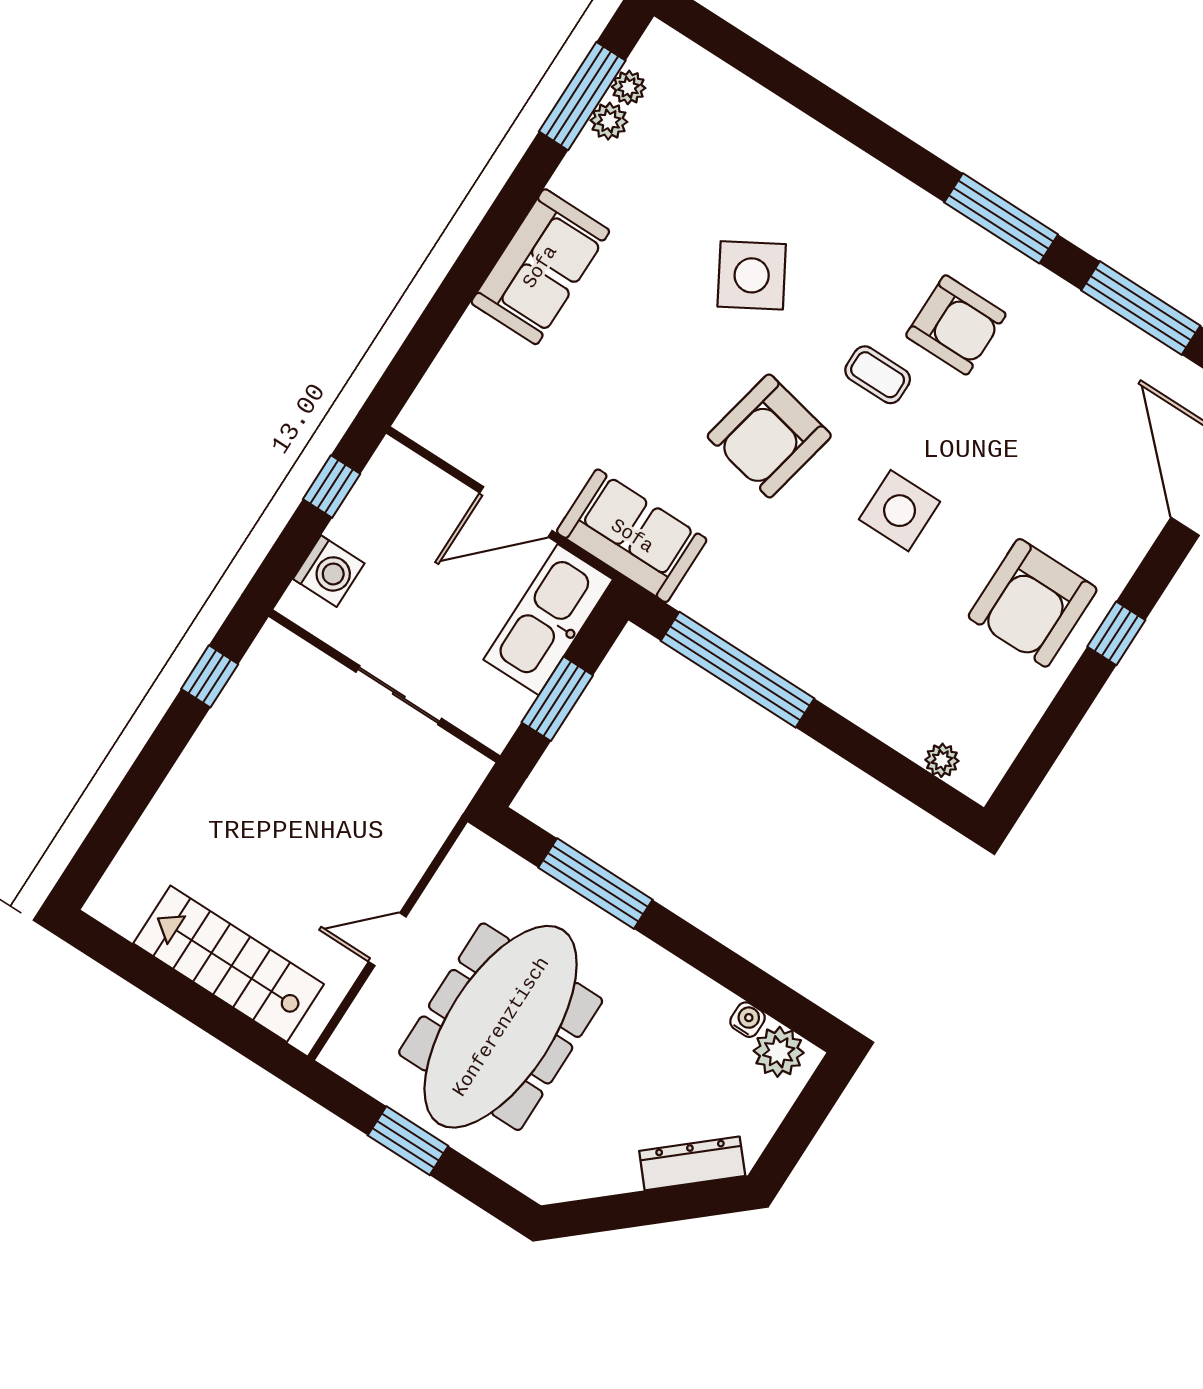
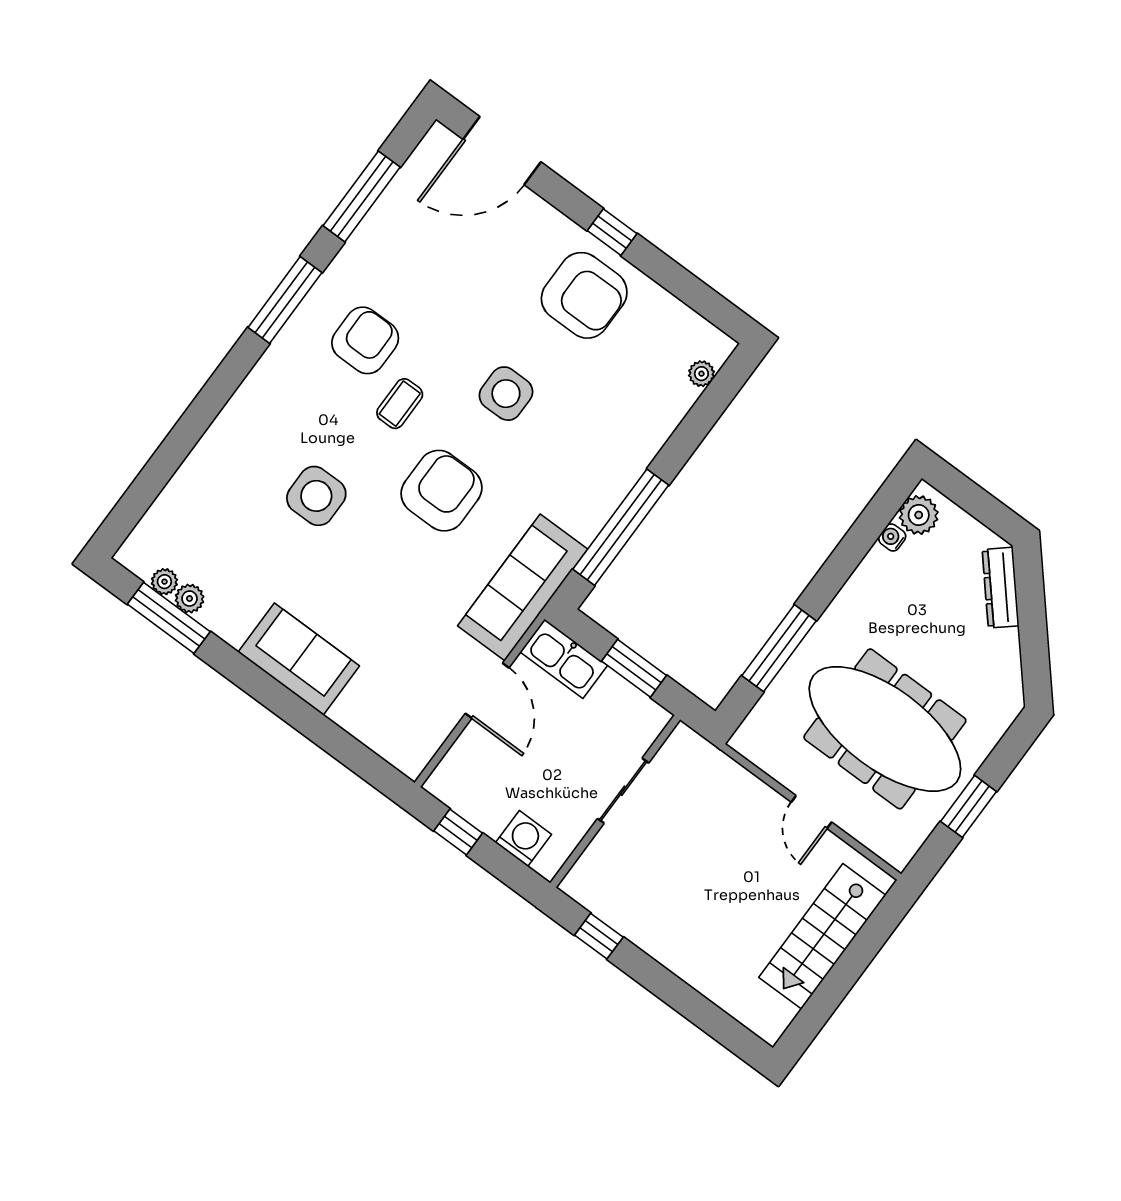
side table: (752, 275) -> (316, 496), turned 30
armchair: (769, 436) -> (441, 491), turned -102
sofa: (632, 536) -> (523, 587), width x1.36
kitchen sink: (548, 620) -> (564, 659), width x0.73, depth x0.81

